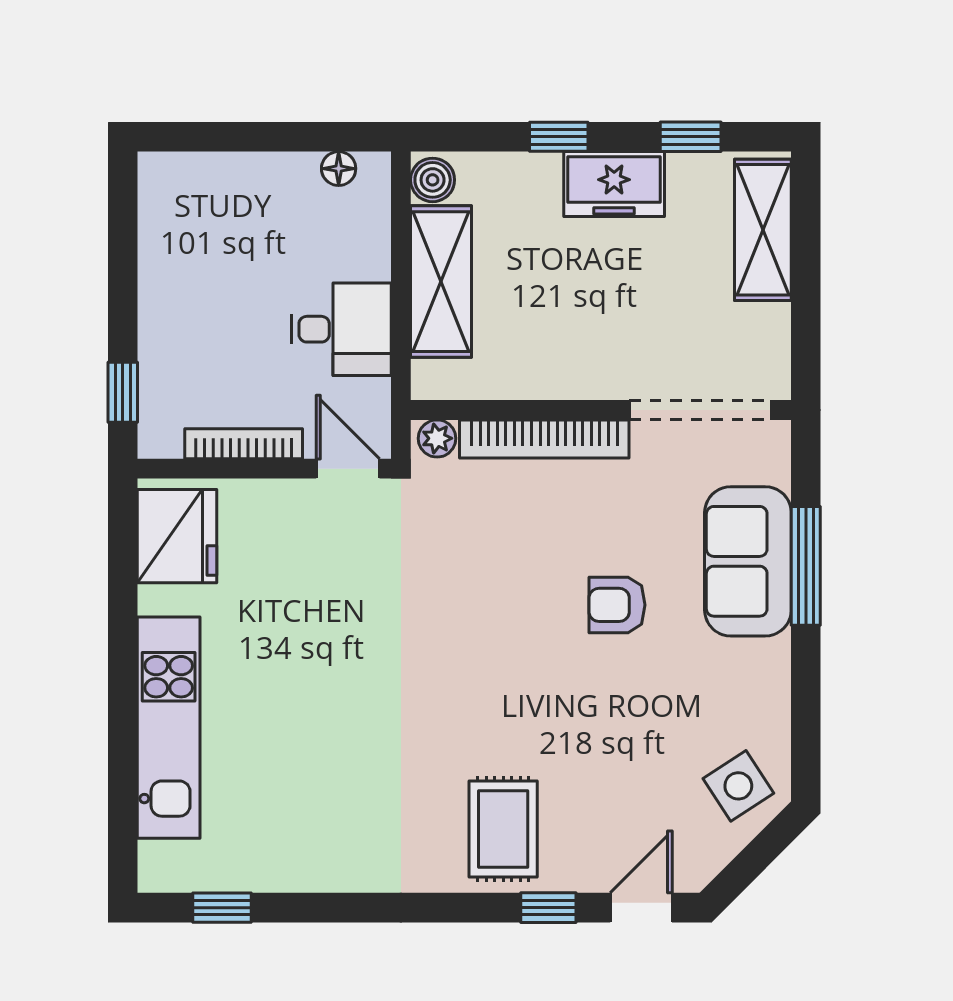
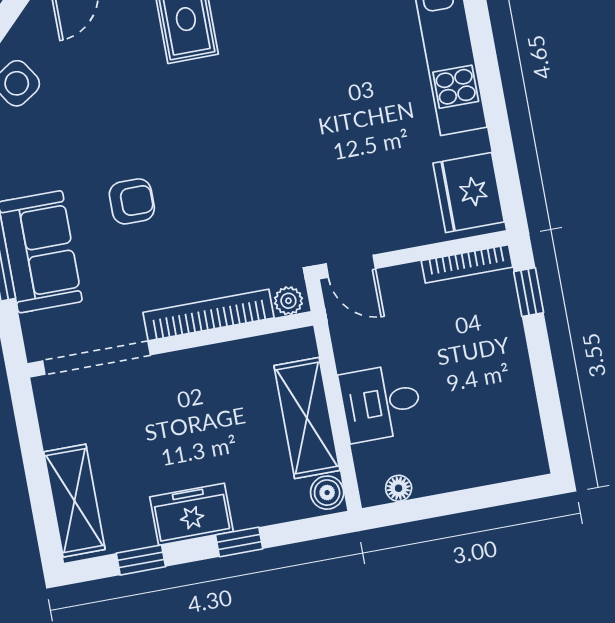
desk: (341, 329) -> (381, 403), moved
bookcase: (244, 444) -> (467, 264), moved

